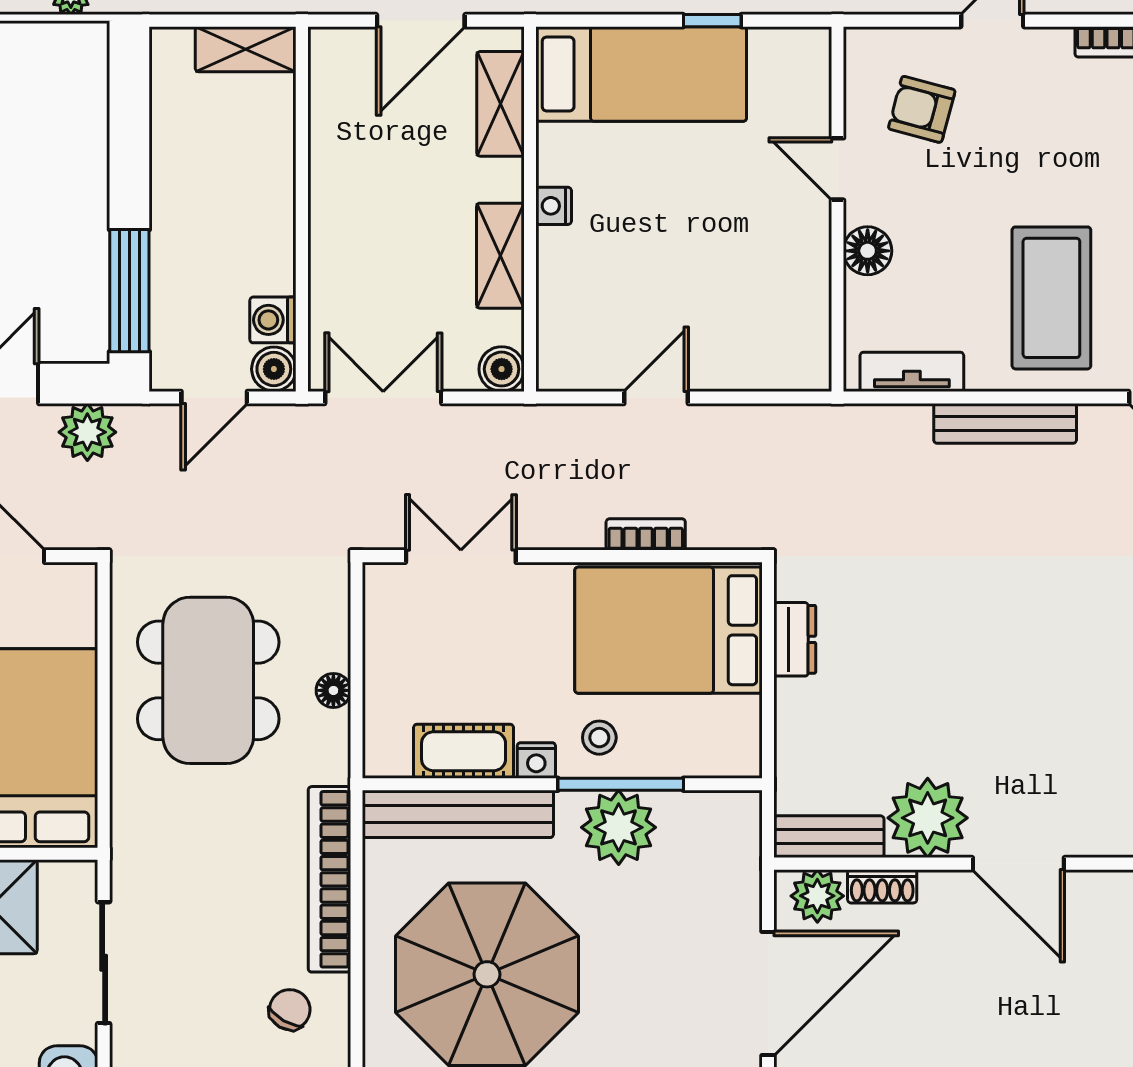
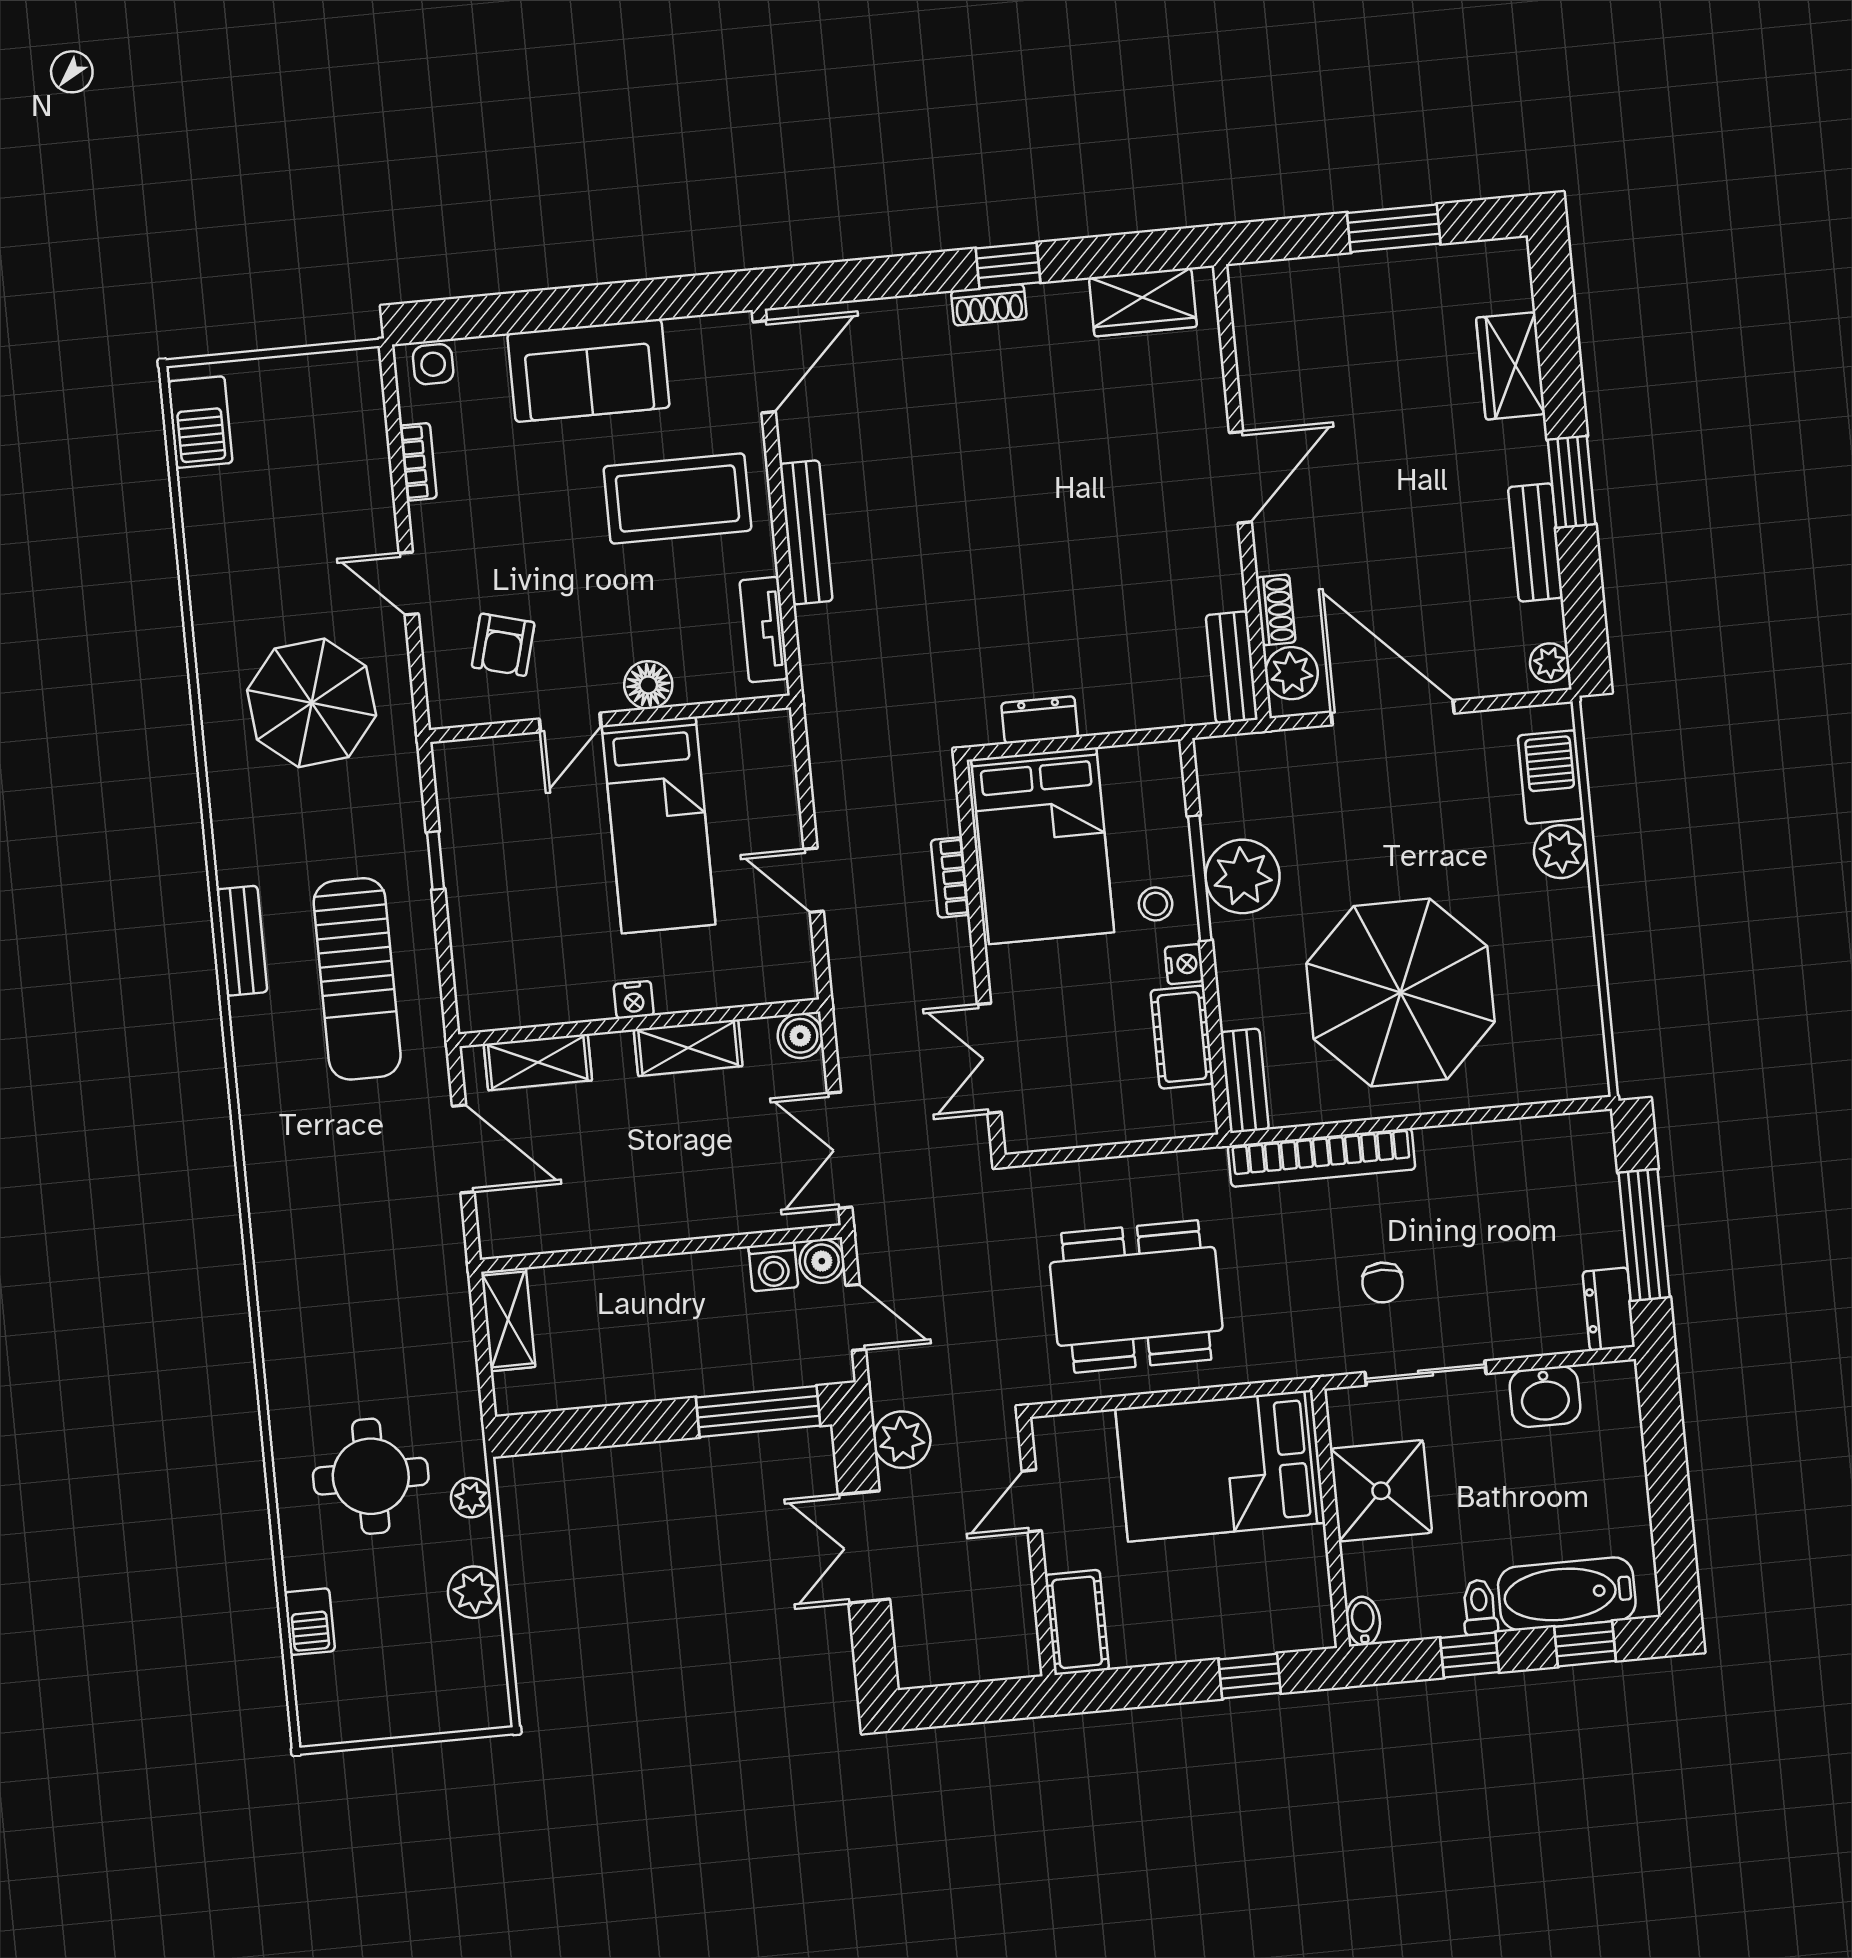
bed: (641, 74) -> (659, 825), moved, turned 180
floor lamp: (333, 690) -> (1134, 1172), removed
bench: (458, 814) -> (1245, 1081), width x0.54, depth x0.82
plant: (928, 818) -> (1204, 571), removed
chair: (290, 1010) -> (1382, 1282), moved, turned -120

